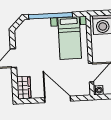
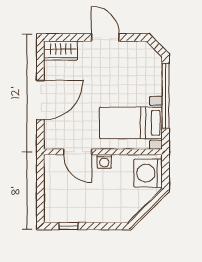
washing machine: (98, 90) -> (104, 161), moved

